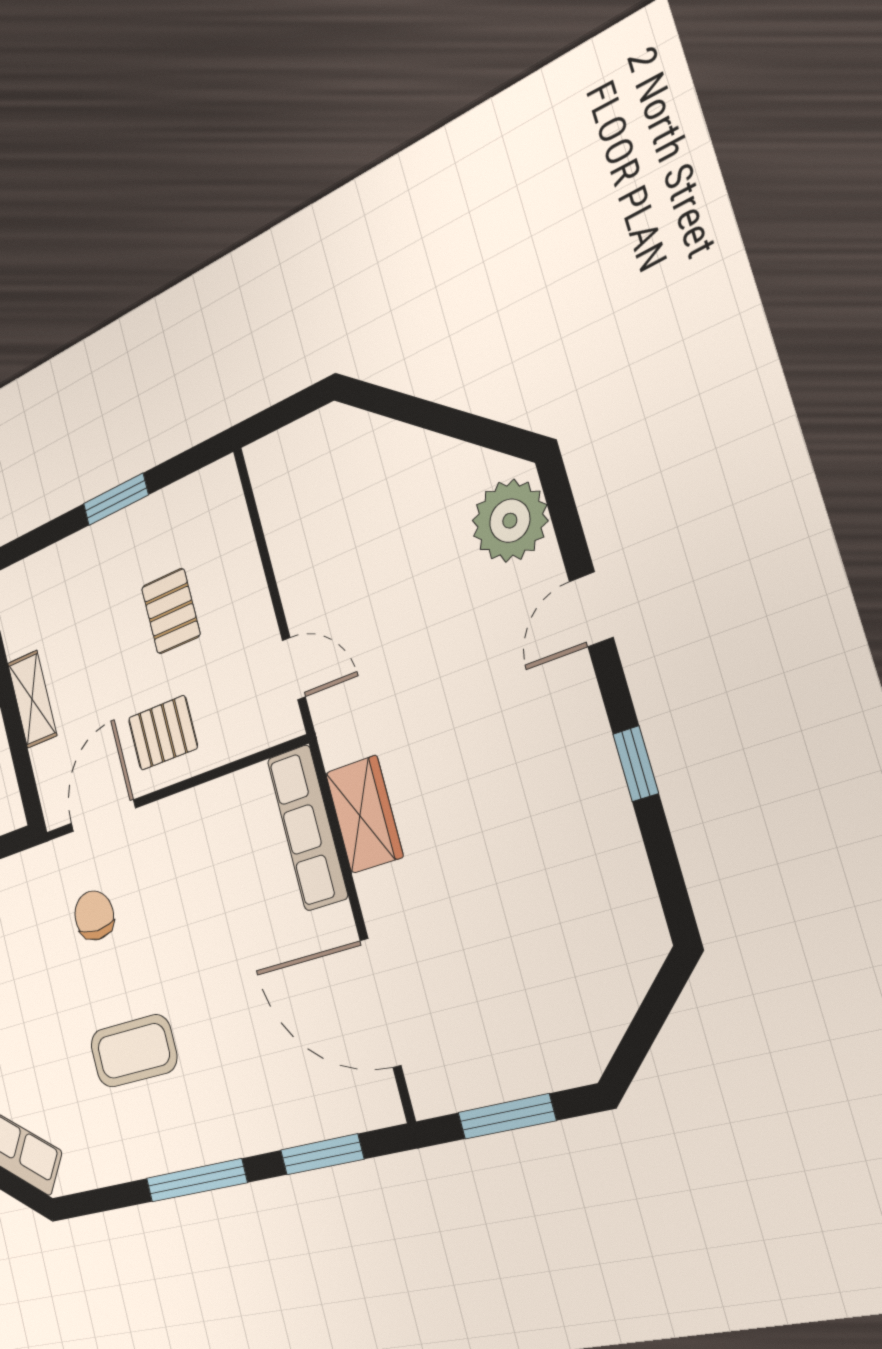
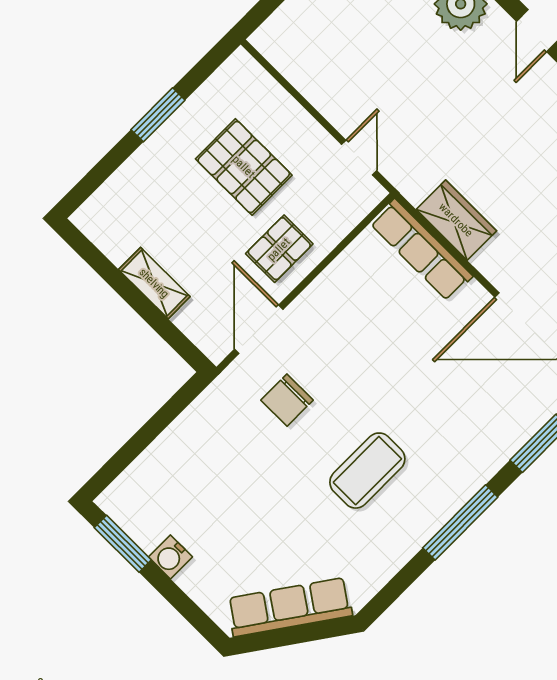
pallet: (171, 611) -> (244, 167), width x1.50, depth x1.42
door: (294, 669) -> (359, 158), hinge flipped
chair: (94, 915) -> (287, 400), turned -90

